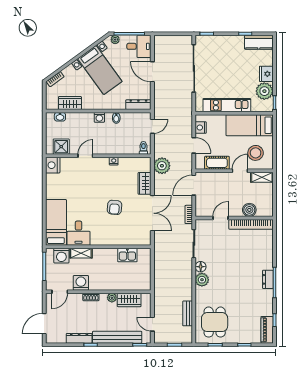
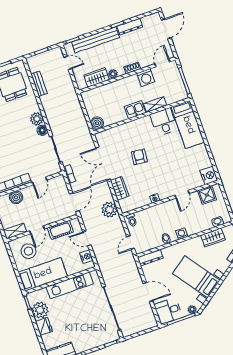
kitchen sink: (127, 255) -> (135, 110), moved
boiler: (144, 255) -> (97, 123), added
washing machine: (61, 256) -> (172, 96), removed

